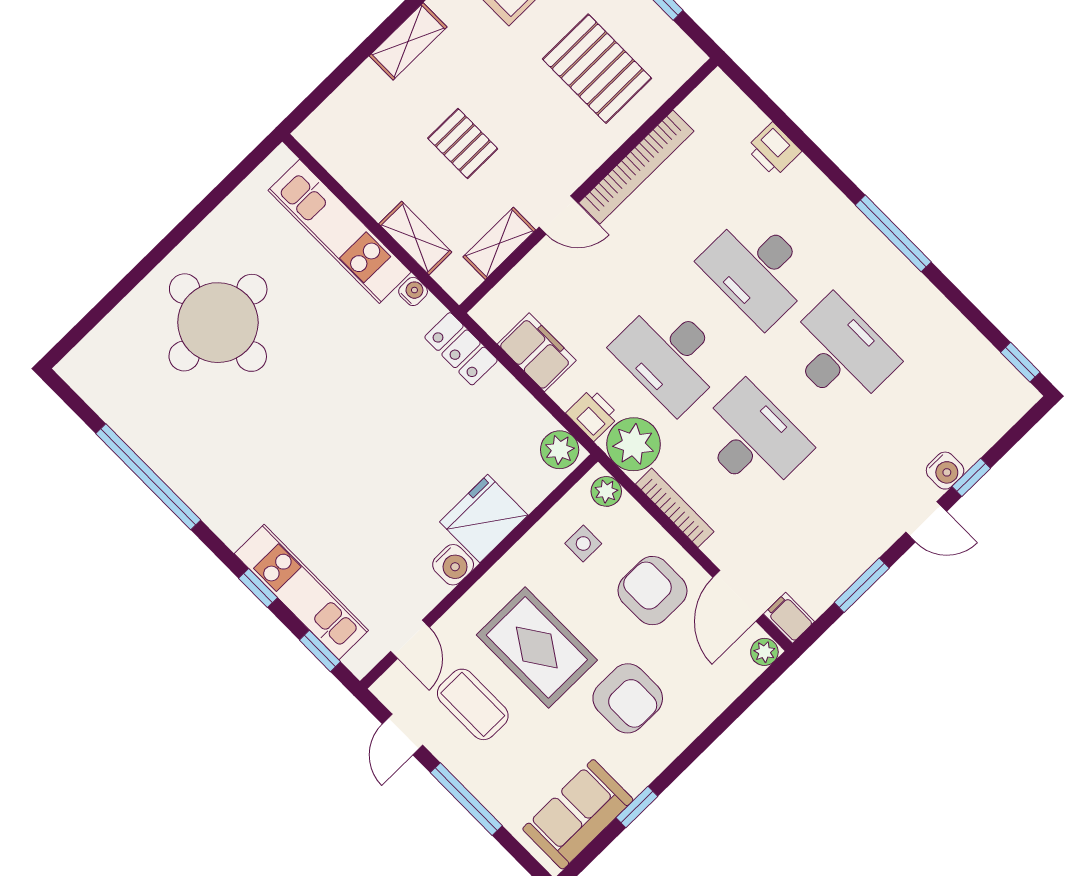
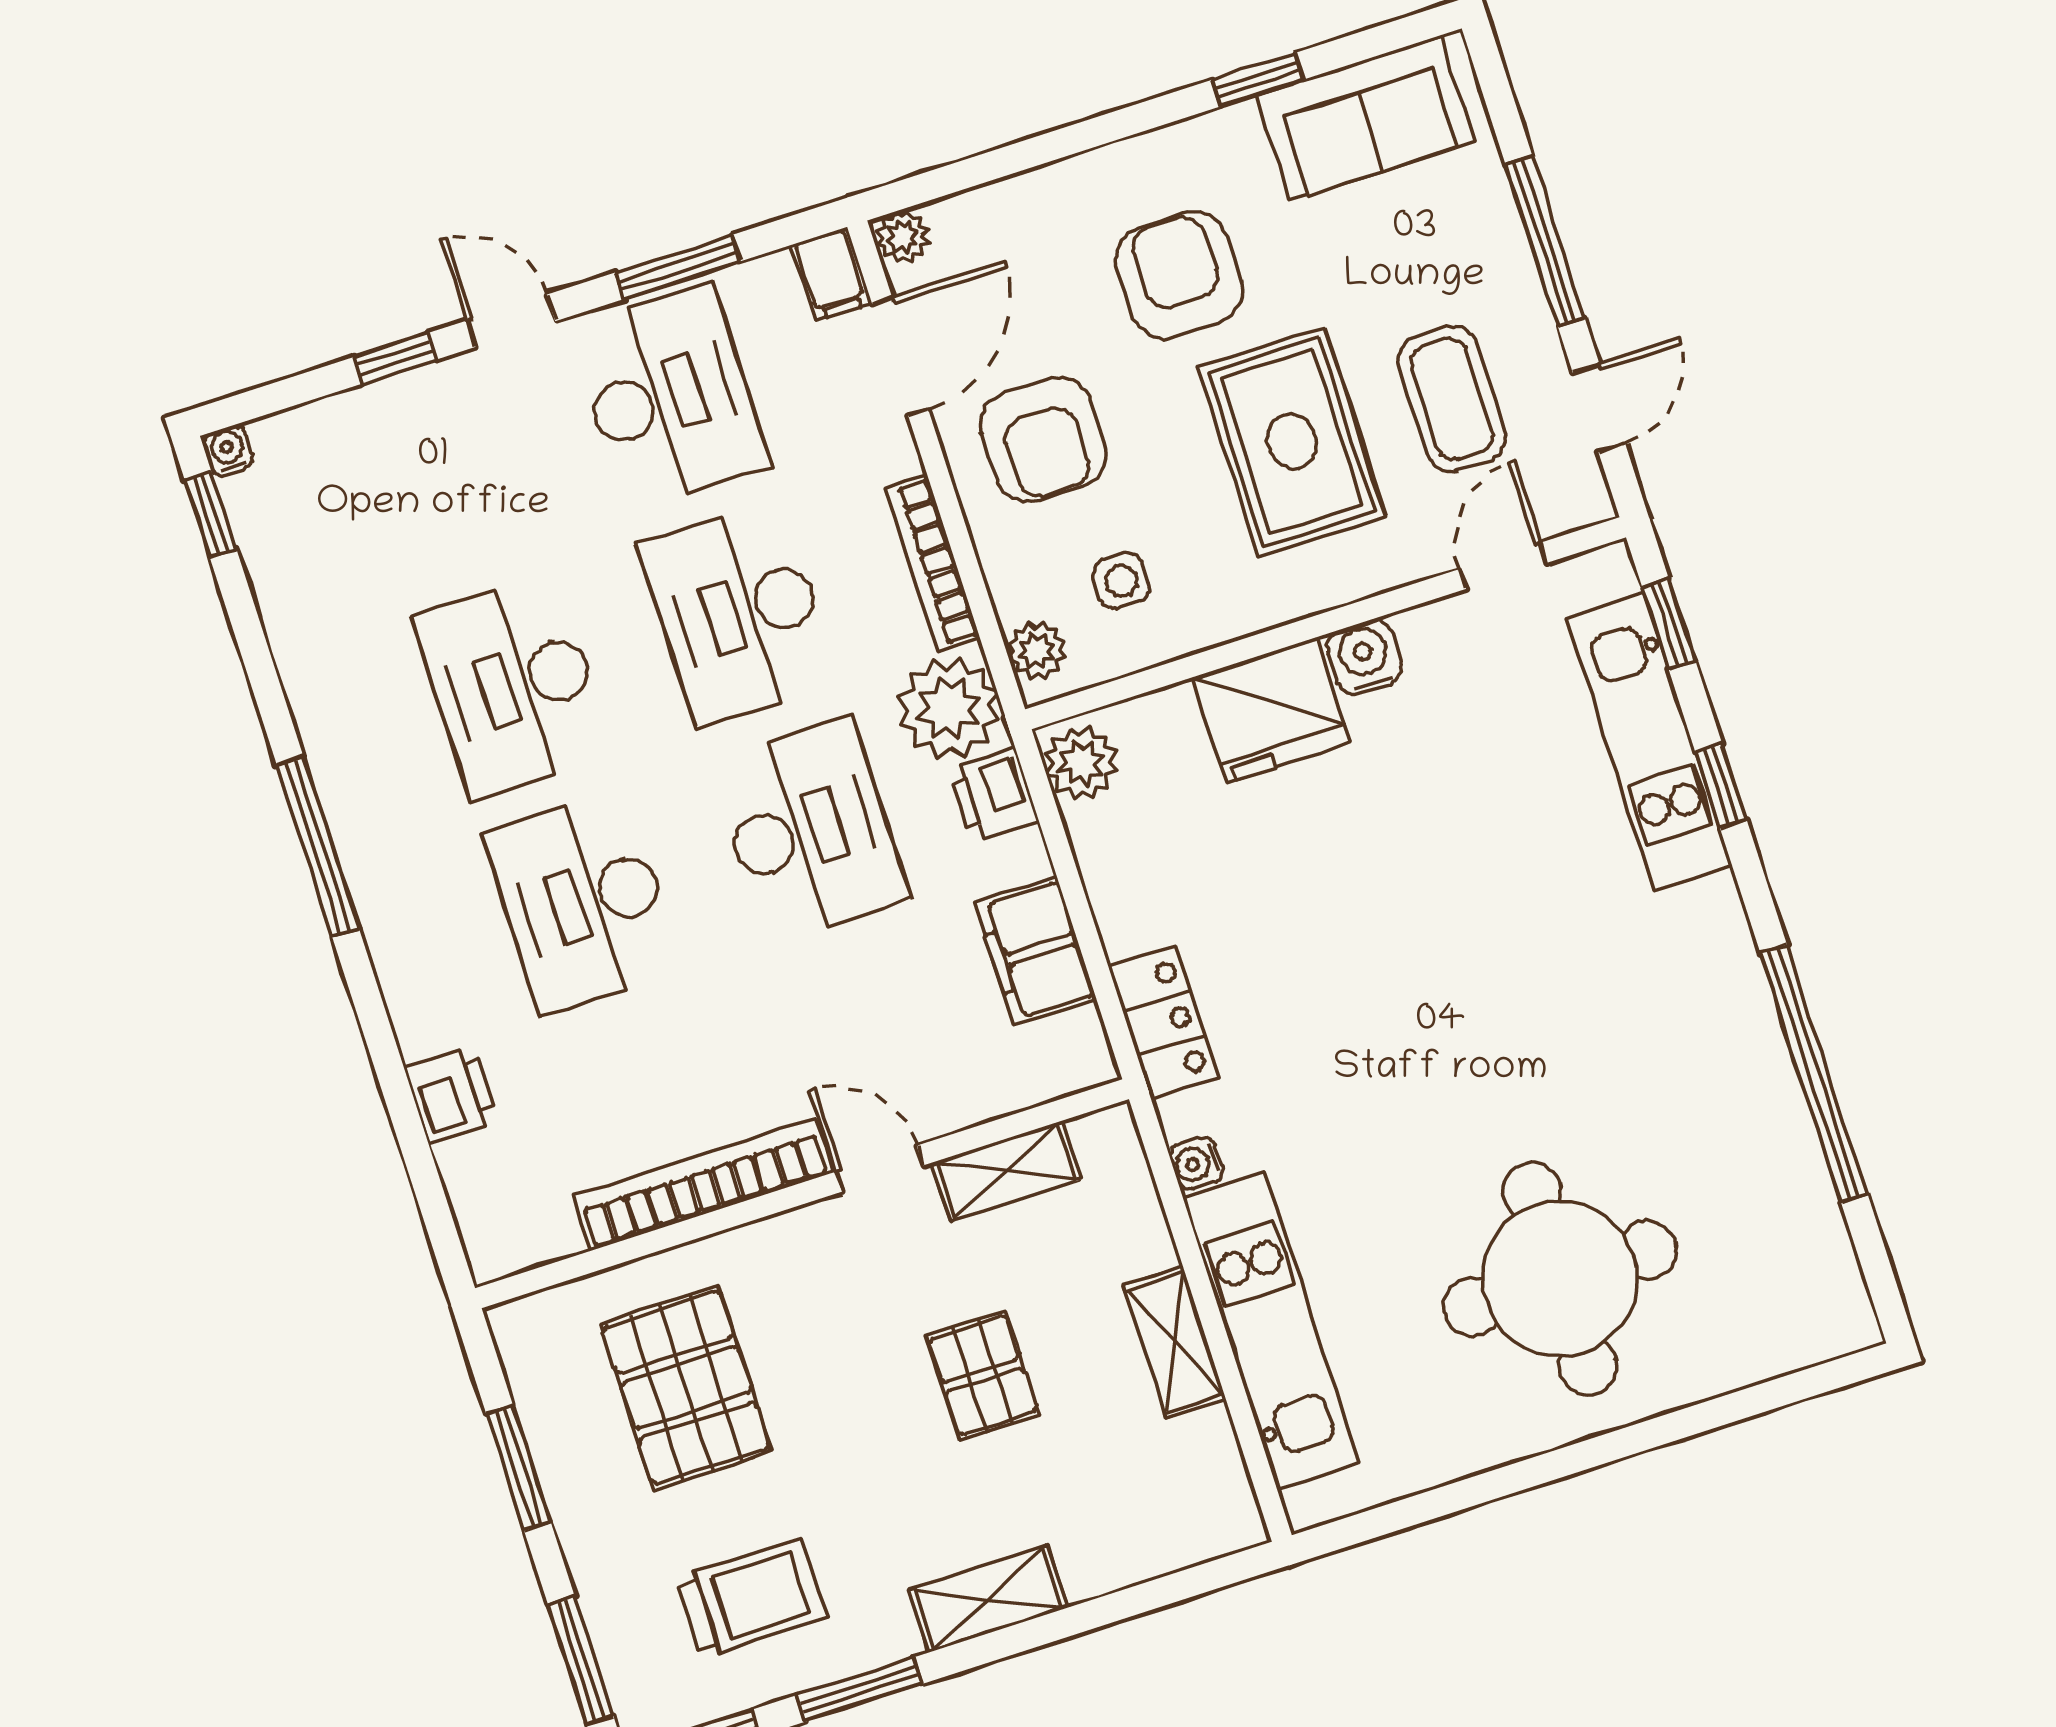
shelving: (415, 238) -> (1175, 1342), moved
desk: (757, 269) -> (583, 902), turned 180
water cooler: (945, 471) -> (228, 450), moved, width x0.72, depth x0.72
desk: (835, 524) -> (669, 396), added

